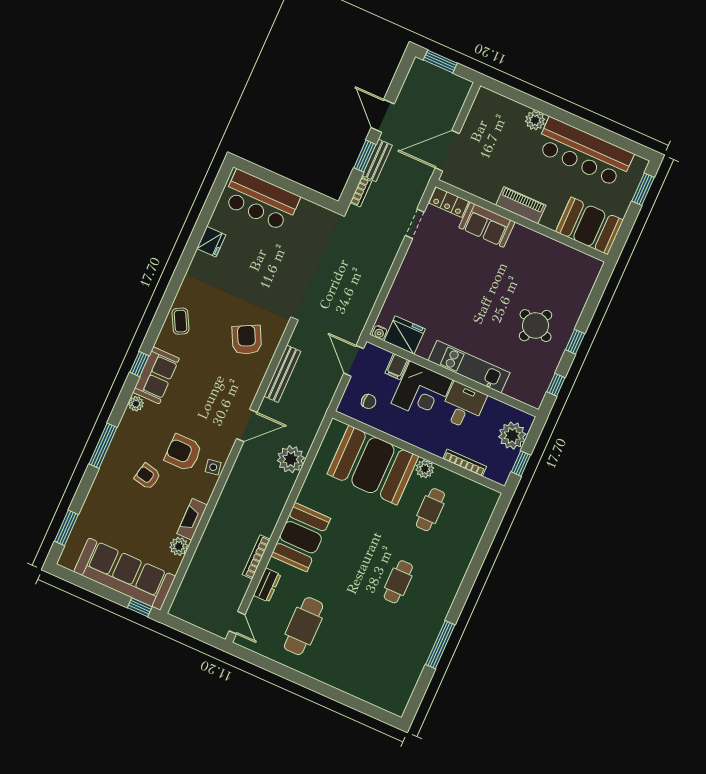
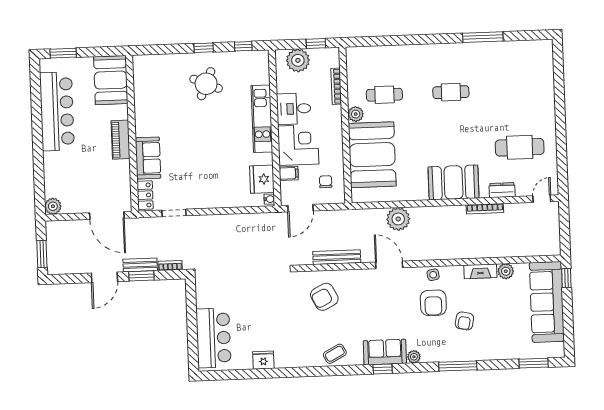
plant: (535, 120) -> (53, 206), moved

